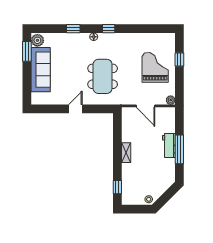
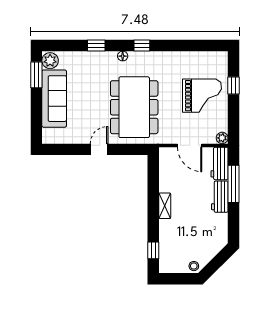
grand piano: (155, 67) -> (202, 96), turned 90
dining table: (103, 76) -> (134, 107), width x1.36, depth x1.24
workbench: (169, 120) -> (219, 163), added
window: (179, 149) -> (233, 184), moved

